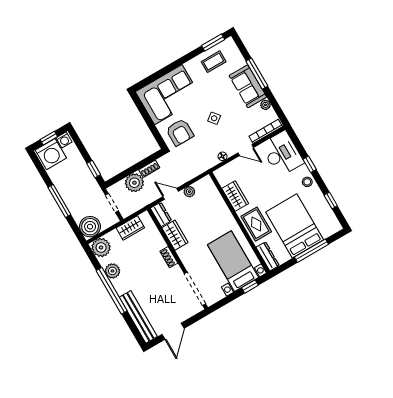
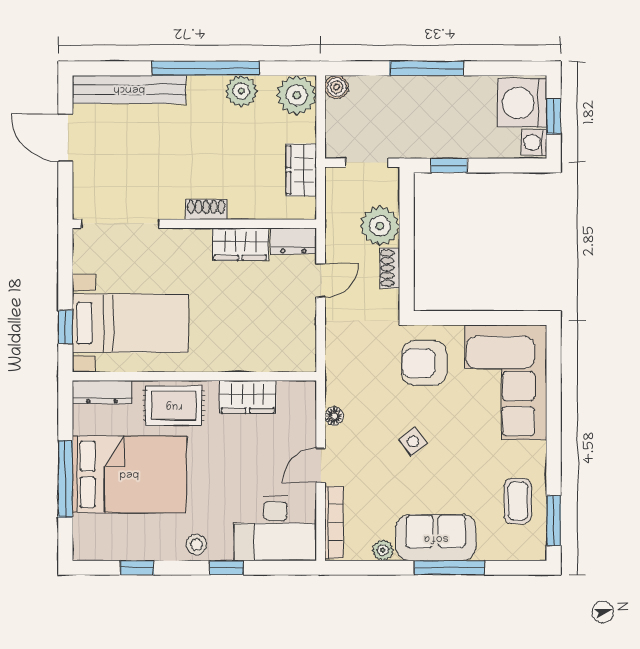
plant: (189, 192) -> (305, 317), removed
boiler: (90, 227) -> (337, 87), width x0.54, depth x0.54

